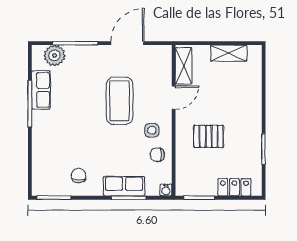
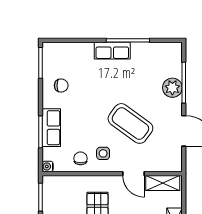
plant: (54, 55) -> (172, 88), moved
row of seats: (41, 90) -> (112, 51), moved
coffee table: (119, 101) -> (130, 123), turned 36

